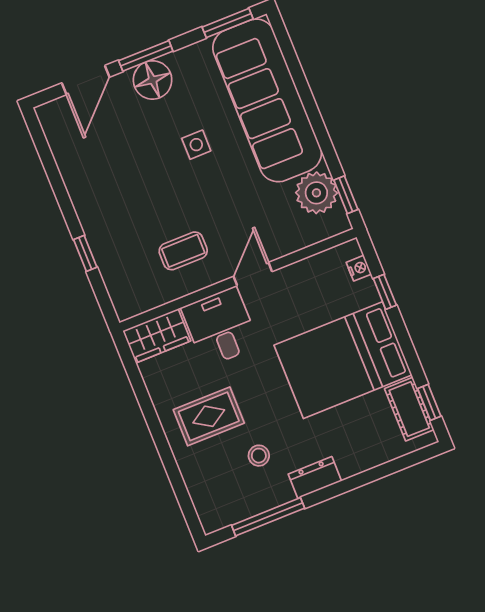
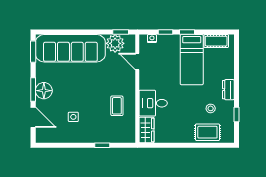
side table: (196, 145) -> (73, 117), moved
door: (253, 274) -> (137, 61), moved
bed: (343, 360) -> (192, 60), width x0.67
window: (429, 402) -> (187, 32), moved
rug: (209, 416) -> (207, 132), moved, turned 90
window: (268, 517) -> (237, 115), width x0.46

